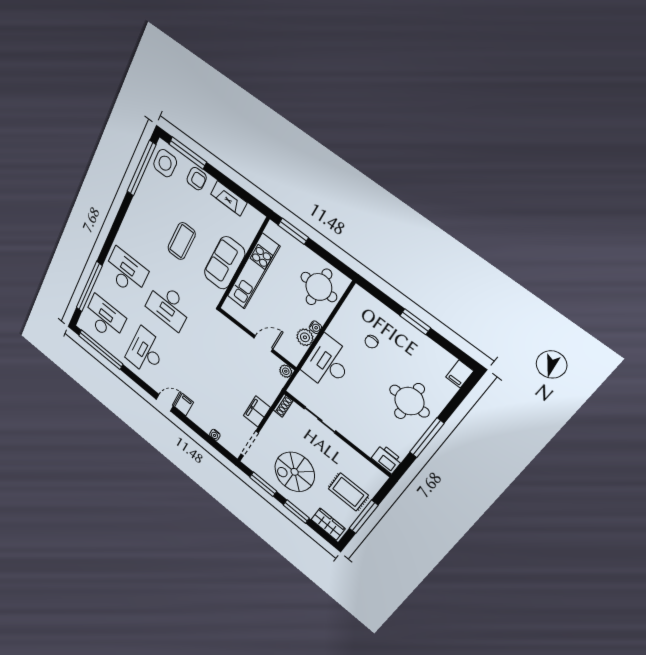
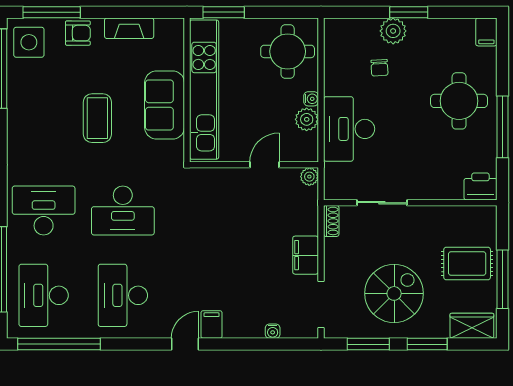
kitchen unit: (253, 272) -> (204, 90), width x1.36
desk: (105, 318) -> (44, 295), turned -90
plant: (396, 326) -> (393, 31), added
spiral stairs: (295, 472) -> (394, 293), turned 180

